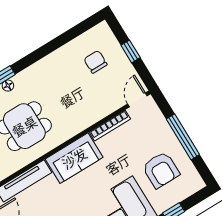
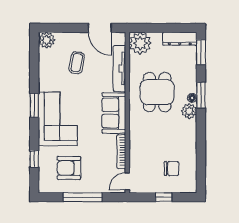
plant: (24, 80) -> (189, 111), added
door: (137, 100) -> (127, 181), swing flipped

